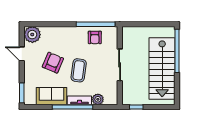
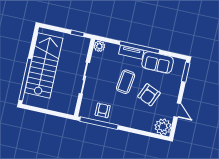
plant: (98, 99) -> (99, 46), moved

